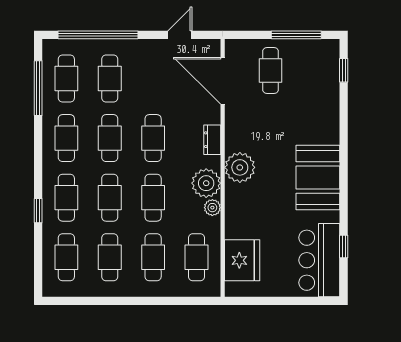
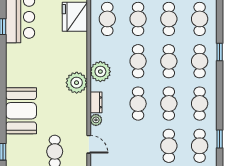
door: (223, 81) -> (89, 144), width x0.53
window: (38, 88) -> (220, 139), width x0.46
booth: (318, 178) -> (21, 111), moved
plant: (212, 208) -> (96, 120), moved

